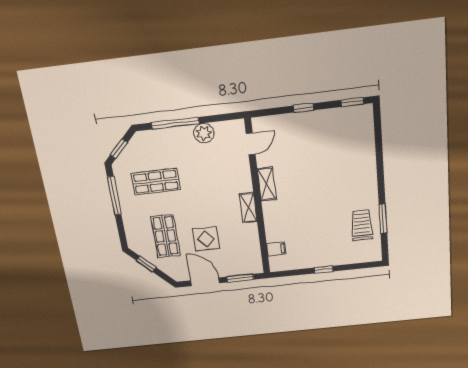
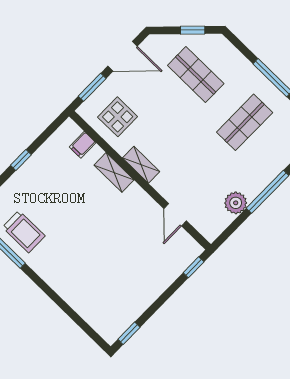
window: (303, 108) -> (194, 267), moved
door: (251, 144) -> (175, 215), moved
shelving: (267, 184) -> (114, 172), moved
display table: (206, 239) -> (118, 117), moved

